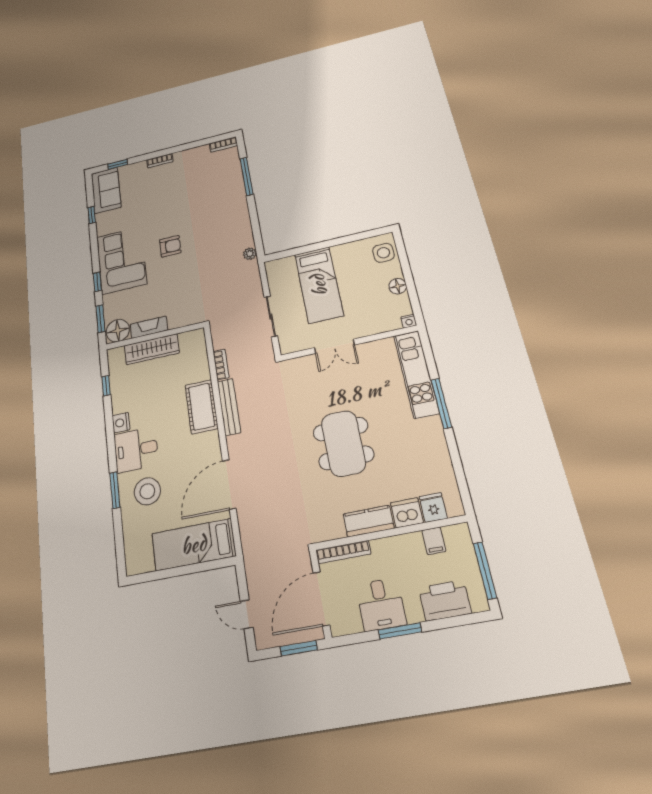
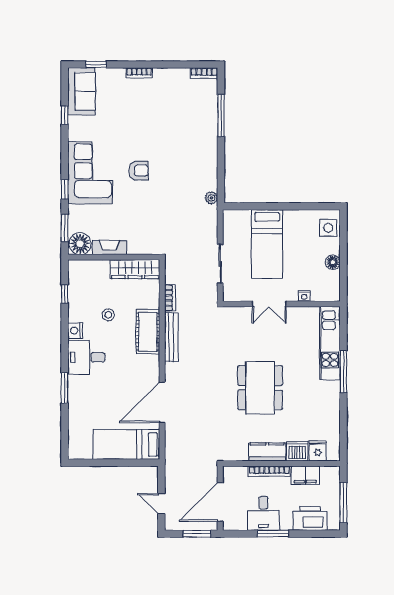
nightstand: (409, 321) -> (304, 296), moved
wardrobe: (152, 349) -> (135, 269), moved
stool: (147, 491) -> (108, 315), moved, width x0.53, depth x0.53
filing cabinet: (434, 541) -> (305, 475), width x2.00
bookcase: (343, 552) -> (269, 471), moved

